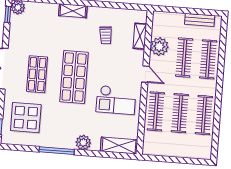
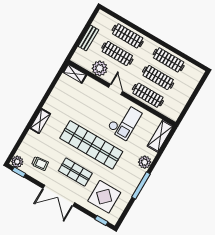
bench: (200, 20) -> (88, 38), moved
trolley: (106, 35) -> (40, 163), moved
shelving: (140, 36) -> (75, 74), moved
door: (145, 74) -> (116, 89), hinge flipped
shop shelf: (74, 77) -> (91, 145), width x1.40

